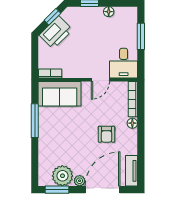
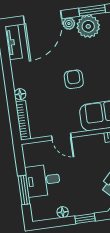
desk: (124, 63) -> (43, 180), moved, turned -90
door: (100, 80) -> (61, 137), swing flipped
armchair: (107, 134) -> (74, 79), moved

